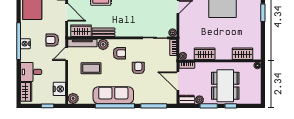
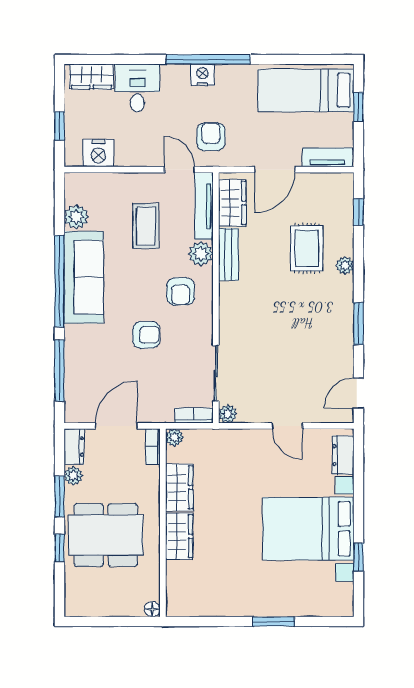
wardrobe: (243, 54) -> (179, 536), moved
plant: (73, 98) -> (76, 217), moved

